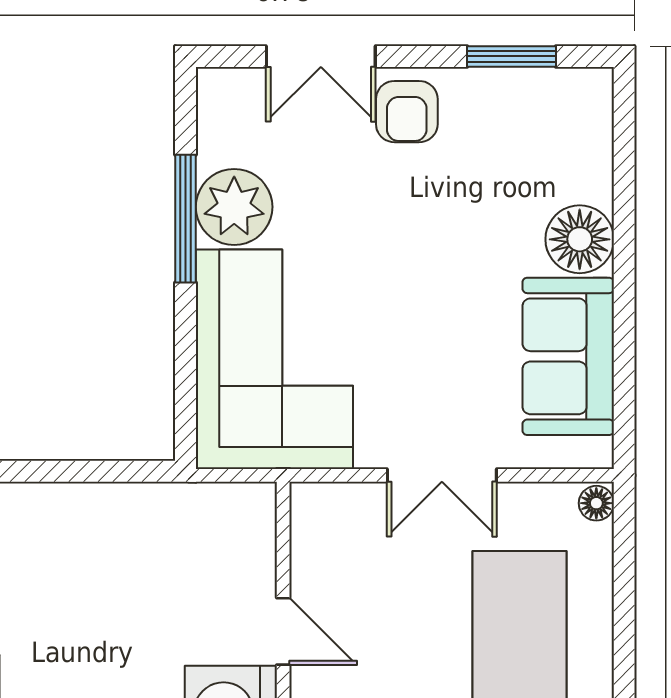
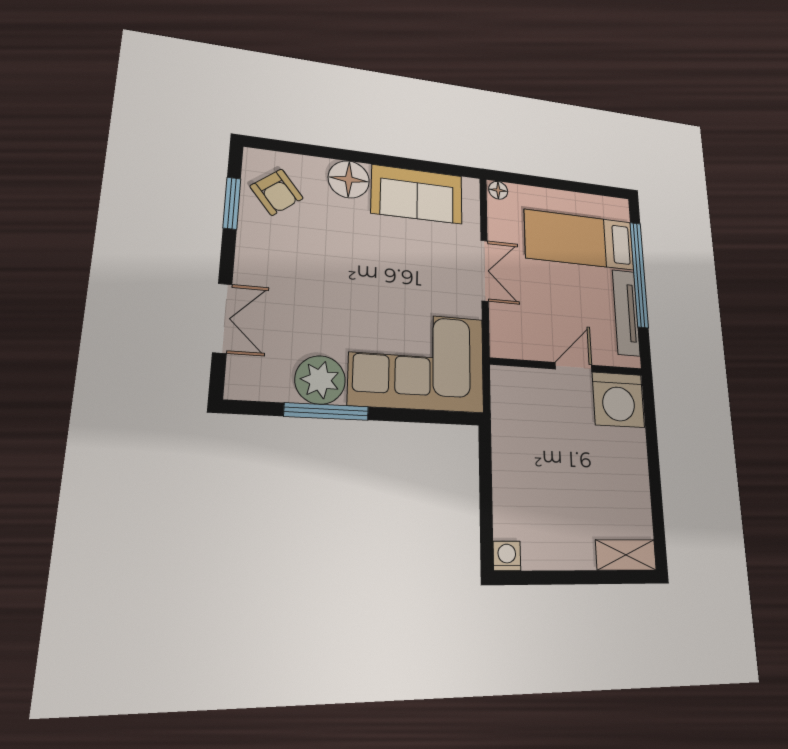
armchair: (407, 112) -> (277, 192), moved, turned 52

